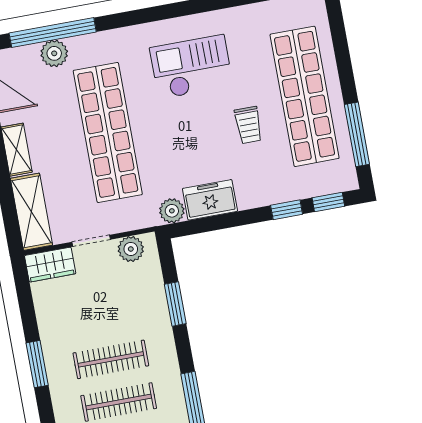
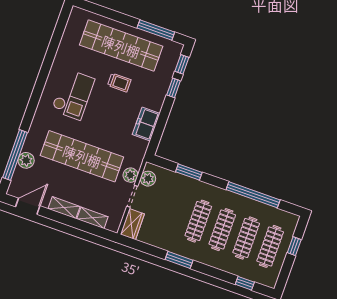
checkout: (191, 67) -> (73, 95), turned 180
plant: (172, 211) -> (130, 175), moved
shelving: (31, 212) -> (92, 218), width x0.67, depth x0.75

